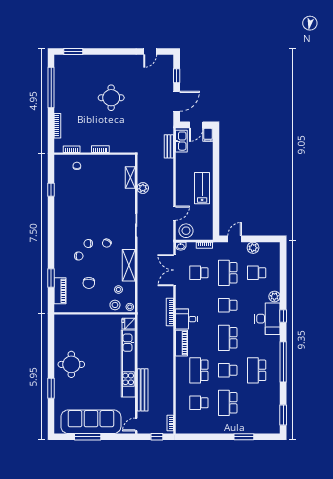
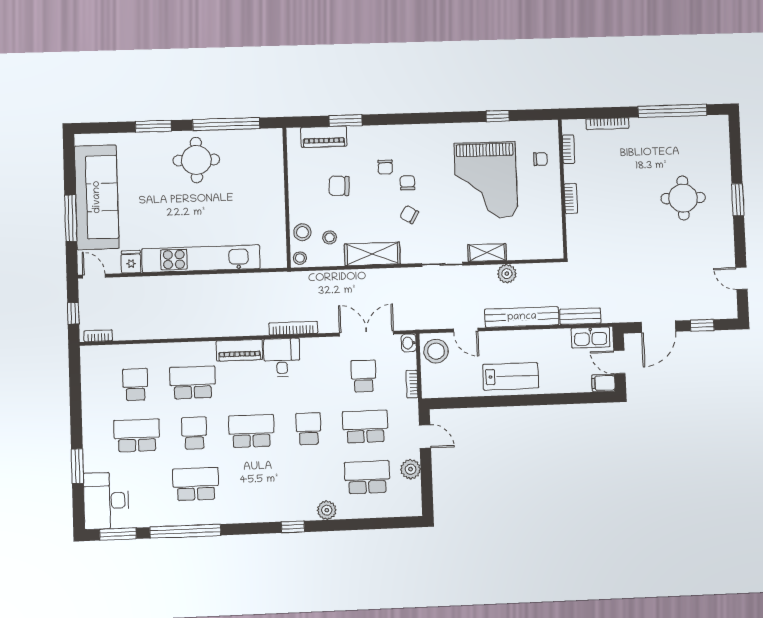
window: (73, 51) -> (738, 200), moved
round table: (111, 98) -> (683, 198), moved
door: (177, 101) -> (658, 327), hinge flipped
shelving: (130, 178) -> (487, 253), moved
grand piano: (88, 198) -> (486, 180), added
school desk: (257, 273) -> (367, 477), width x1.85
desk: (267, 319) -> (106, 501), moved, turned 90
fridge: (129, 324) -> (131, 262), moved
window: (51, 347) -> (226, 124), added
window: (283, 362) -> (185, 531), moved
bench: (143, 390) -> (522, 317), moved
window: (88, 437) -> (71, 218), moved

